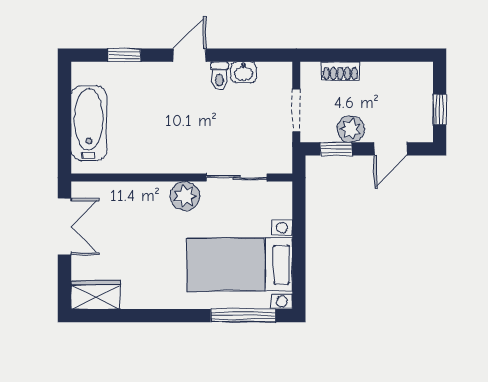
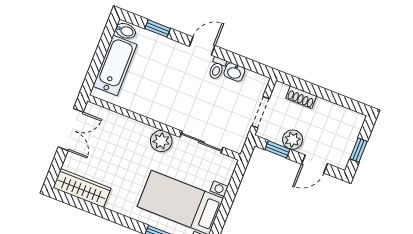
bidet: (85, 74) -> (126, 31), added
wardrobe: (96, 295) -> (82, 188), width x1.50

